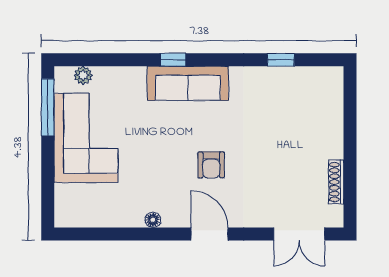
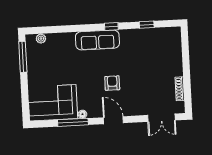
window: (173, 60) -> (111, 27), moved
corner sofa: (86, 138) -> (53, 103), moved, turned -90
armchair: (211, 165) -> (112, 83), turned 180
window: (134, 234) -> (73, 122), added

